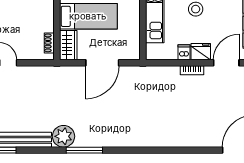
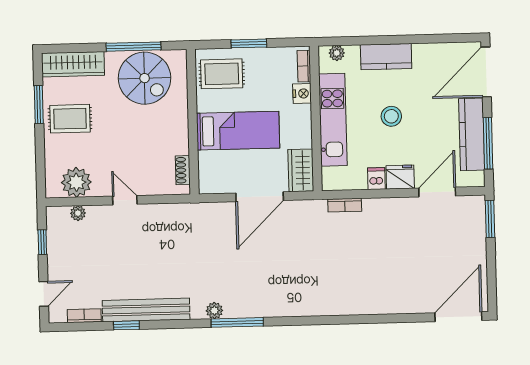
wardrobe: (68, 45) -> (301, 170), moved, turned 180
bookcase: (192, 70) -> (345, 205), moved
plant: (64, 136) -> (214, 311), width x0.53, depth x0.53

